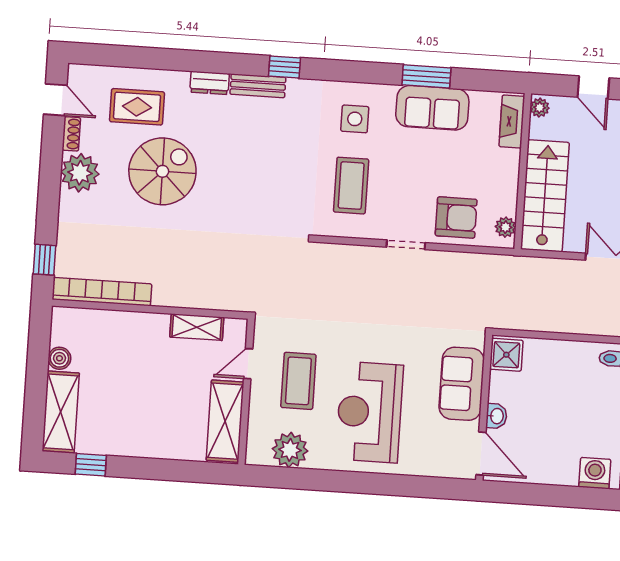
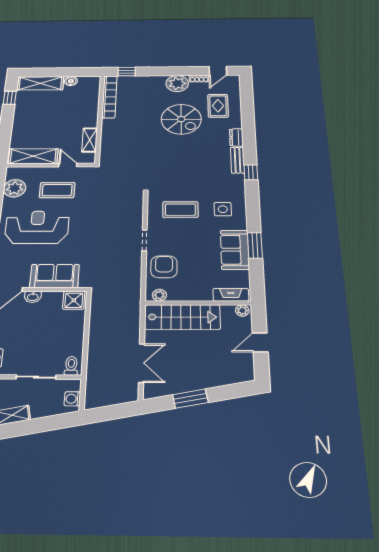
armchair: (456, 217) -> (164, 267), turned 180

